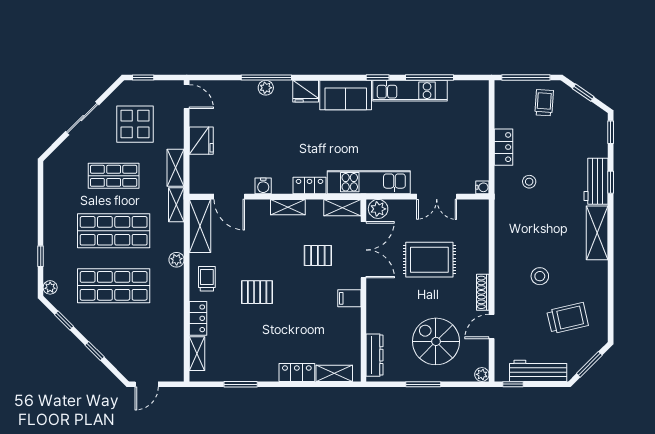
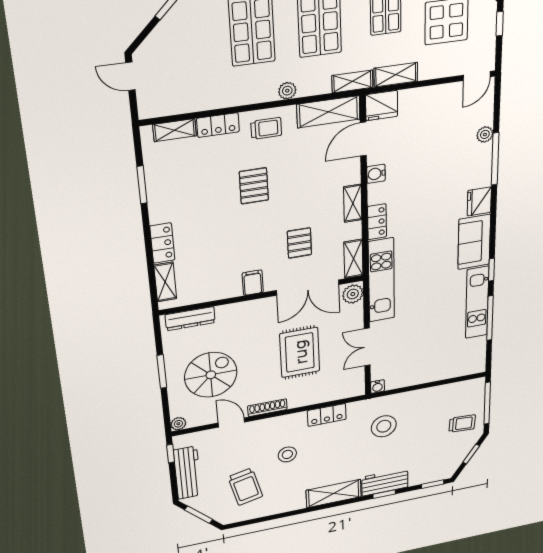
plant: (266, 88) -> (485, 134), moved
fridge: (201, 141) -> (382, 106), moved
locker: (504, 147) -> (327, 415), moved
stool: (529, 182) -> (384, 426), width x1.89, depth x1.89

